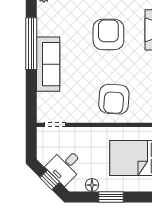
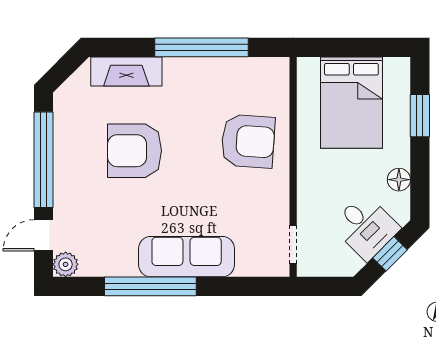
window: (111, 197) -> (420, 116), moved

